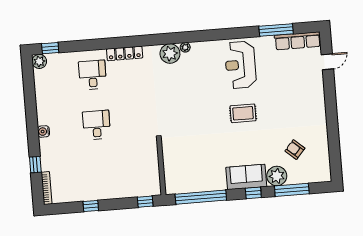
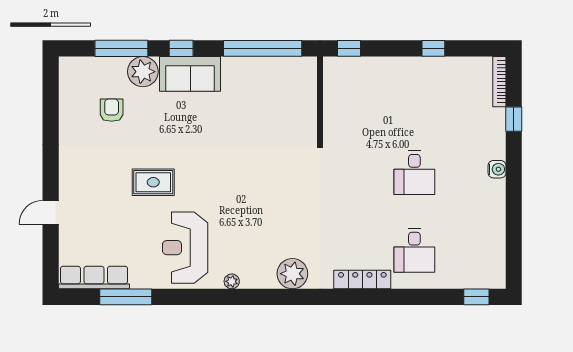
plant: (185, 47) -> (232, 281), moved
plant: (39, 61) -> (495, 278), removed
door: (327, 62) -> (51, 212), moved
reception desk: (240, 65) -> (185, 248), turned 180
rug: (243, 113) -> (153, 182), moved
armchair: (295, 150) -> (112, 110), turned -131

